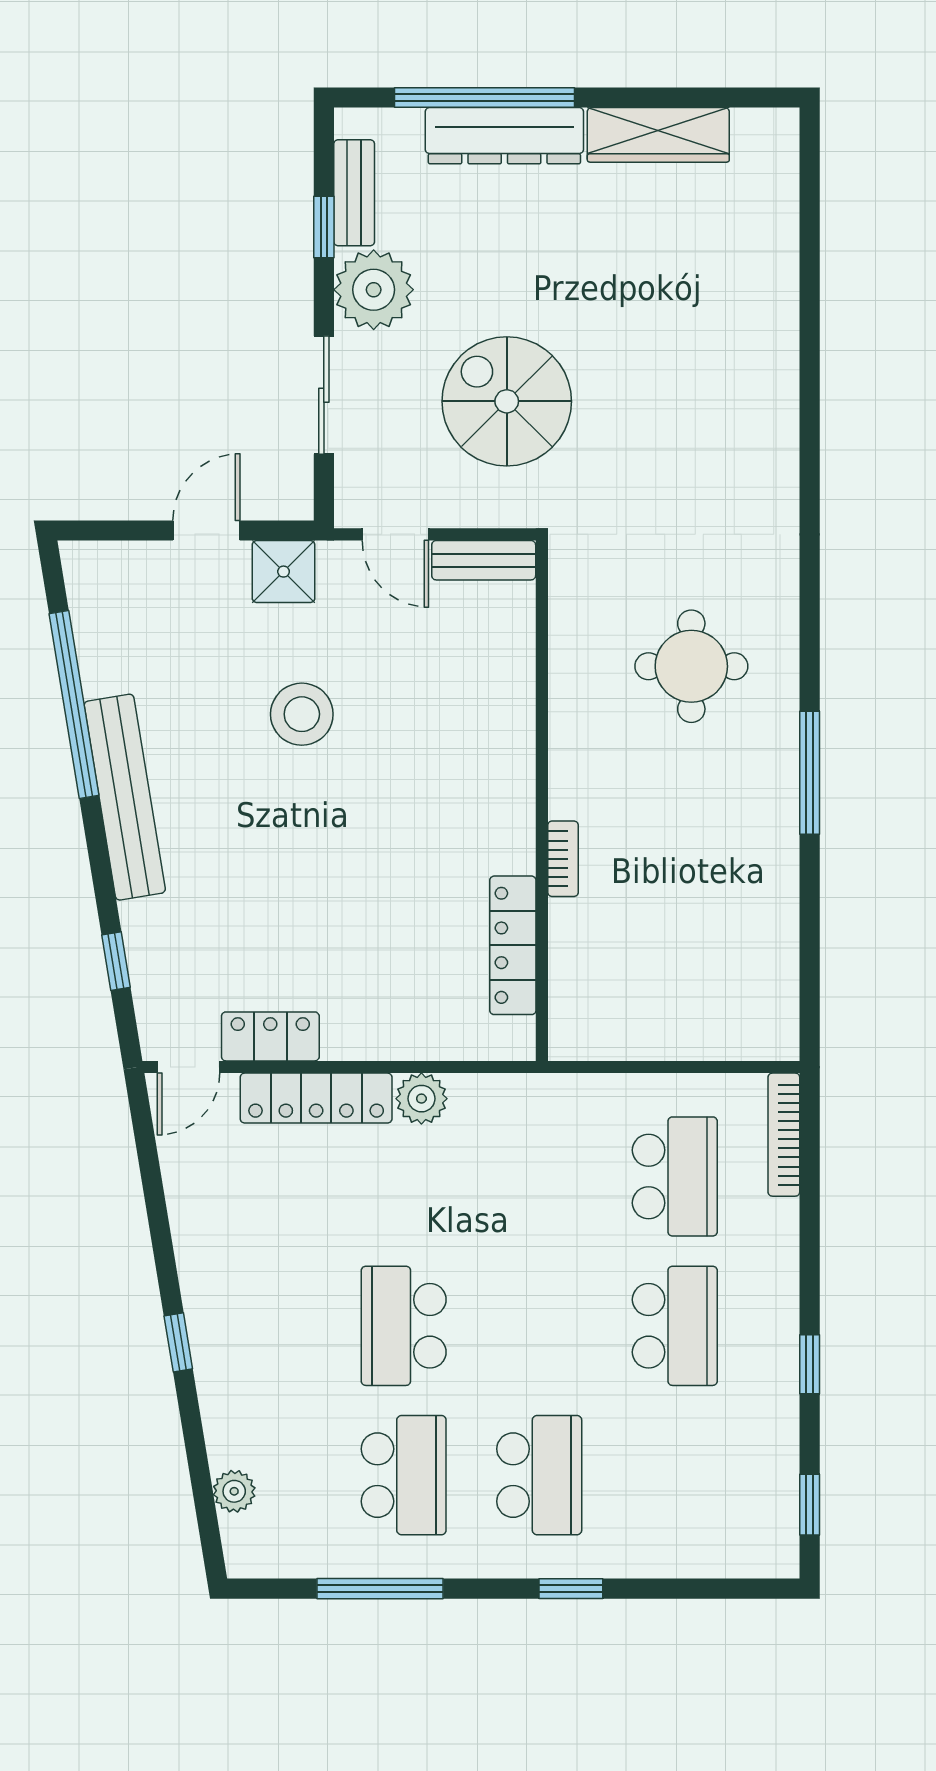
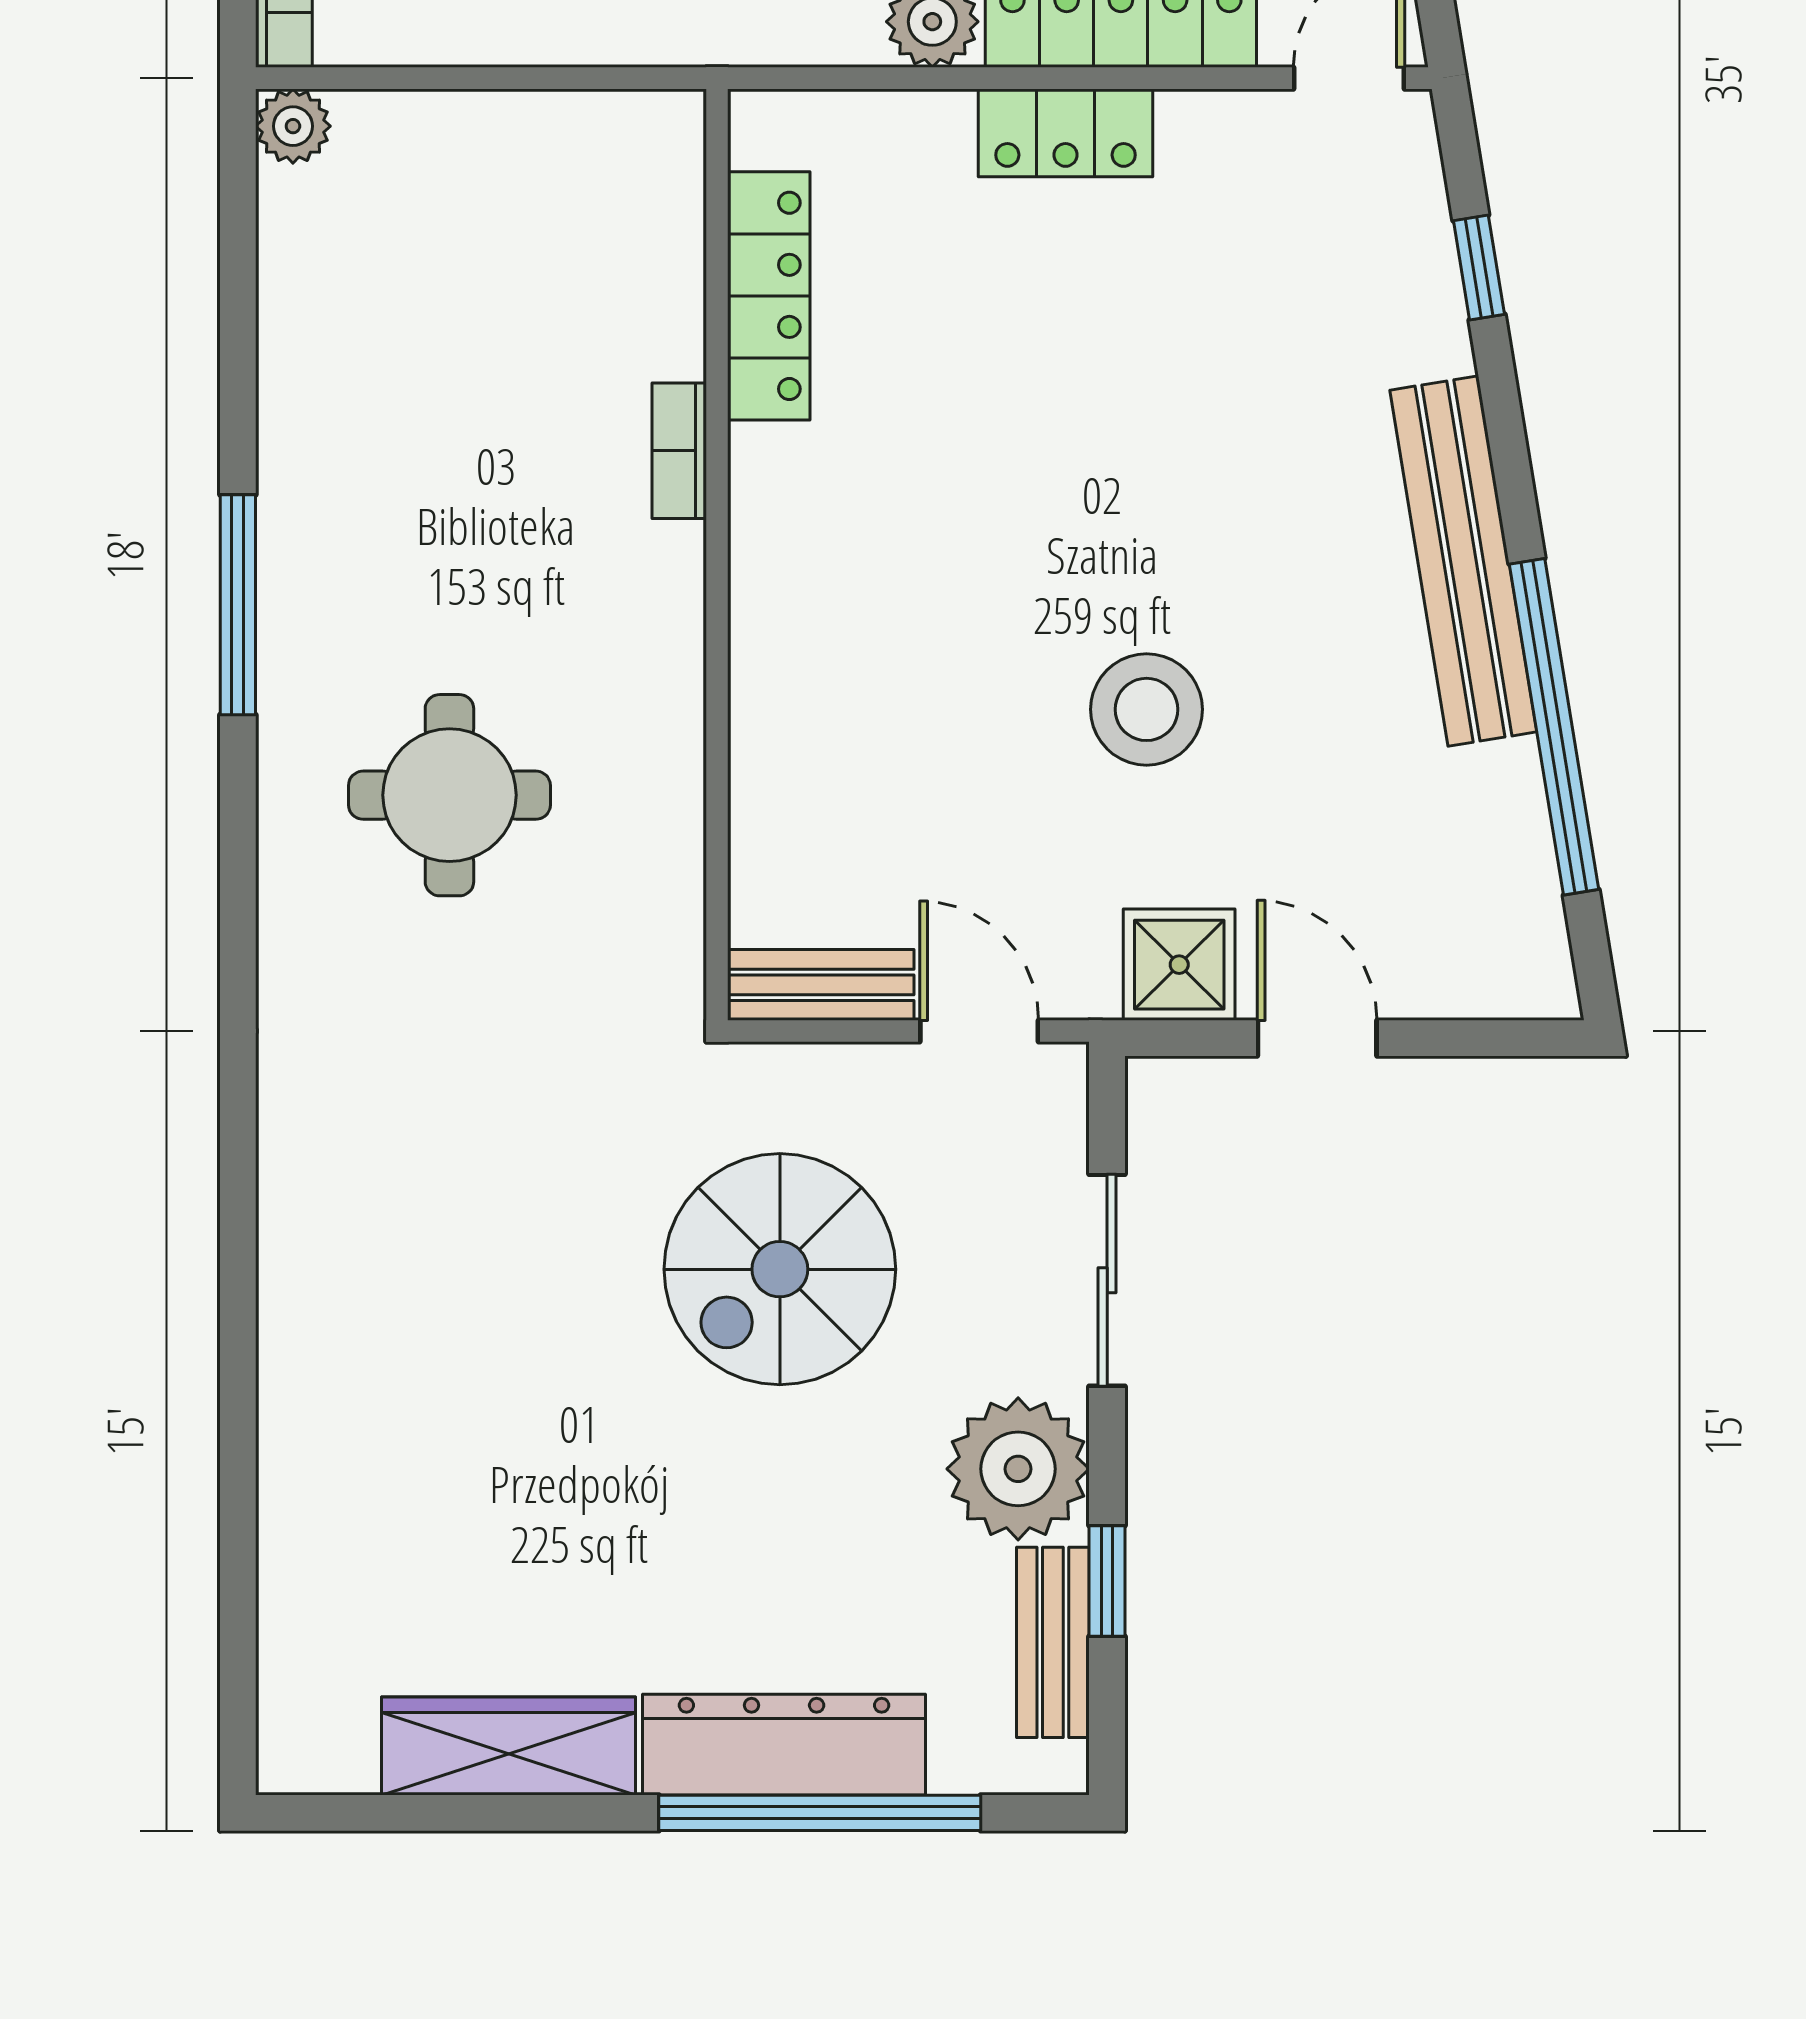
spiral stairs: (507, 401) -> (780, 1269), turned 90
door: (206, 530) -> (1317, 1038), swing flipped
locker: (270, 1036) -> (1066, 133), moved
plant: (779, 1040) -> (293, 126), added

